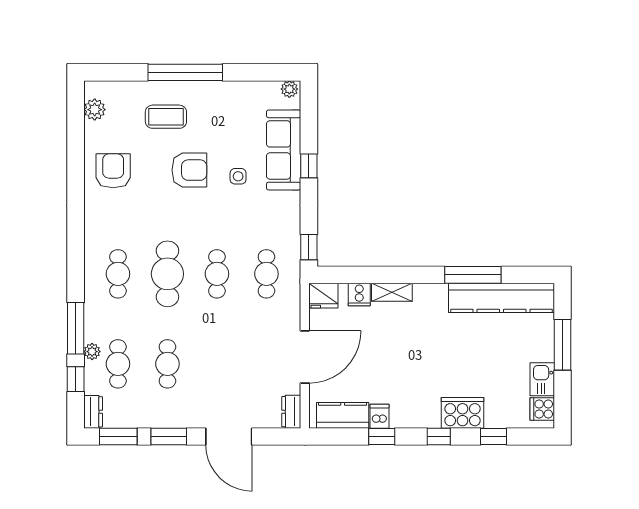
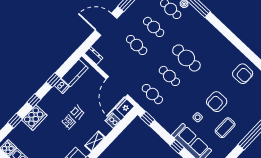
coffee table: (166, 117) -> (225, 128), moved
cafe table: (118, 274) -> (137, 45), moved
shelving: (392, 292) -> (95, 141), moved
door: (305, 357) -> (117, 87), moved

